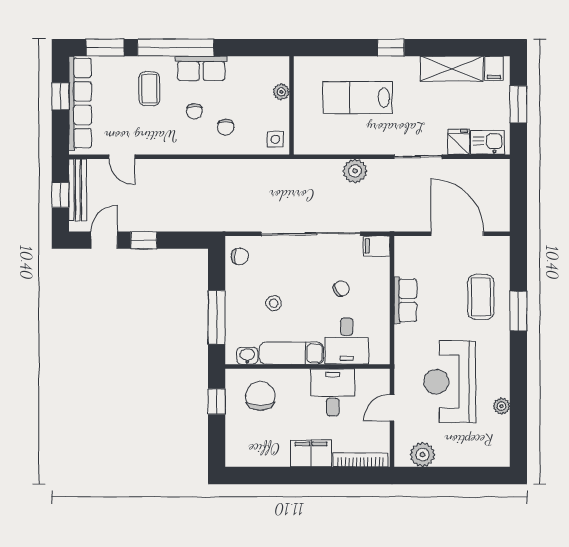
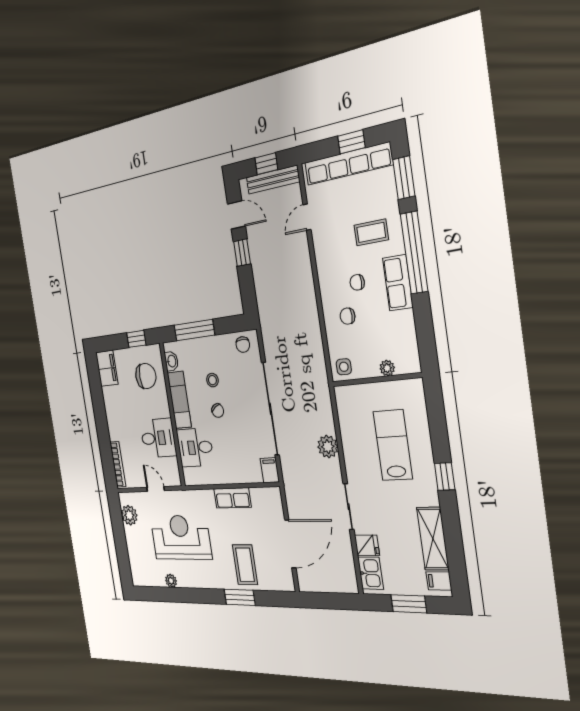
chair: (341, 289) -> (218, 411), moved
coffee table: (481, 297) -> (245, 565), turned 90
filing cabinet: (311, 453) -> (107, 368), moved

